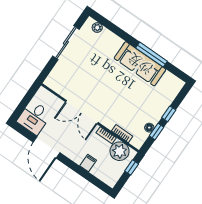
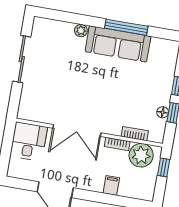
plant: (97, 28) -> (81, 31), moved
desk: (34, 118) -> (29, 141), moved, turned 180

